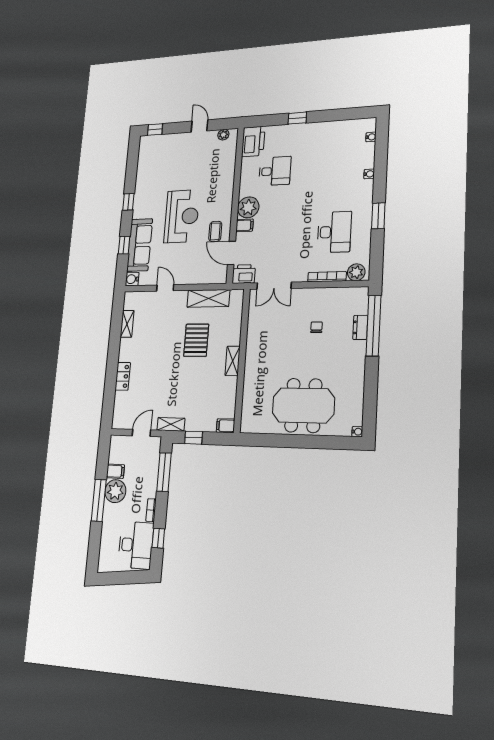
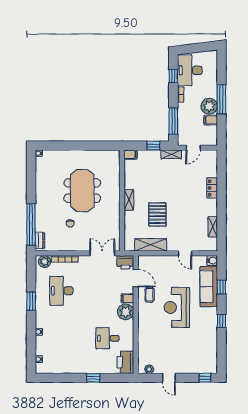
dresser: (360, 327) -> (40, 240), moved
meeting table: (303, 405) -> (82, 191), moved, turned 90

